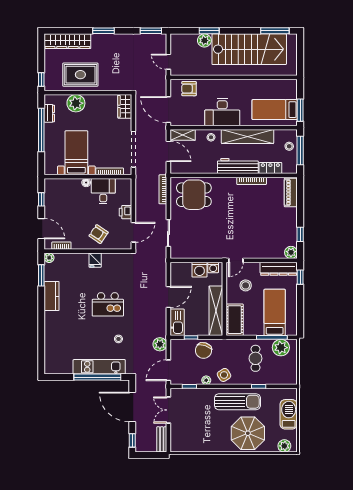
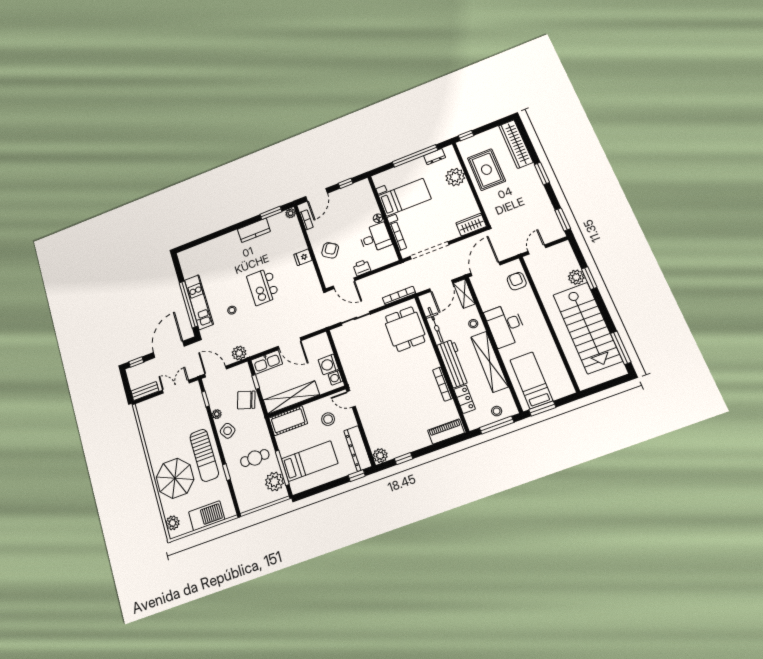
bicycle: (200, 168) -> (435, 325), added

